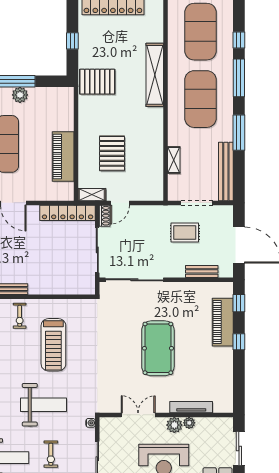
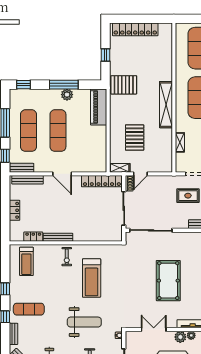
shelving: (155, 75) -> (166, 105), moved
piano: (63, 157) -> (99, 107), moved

